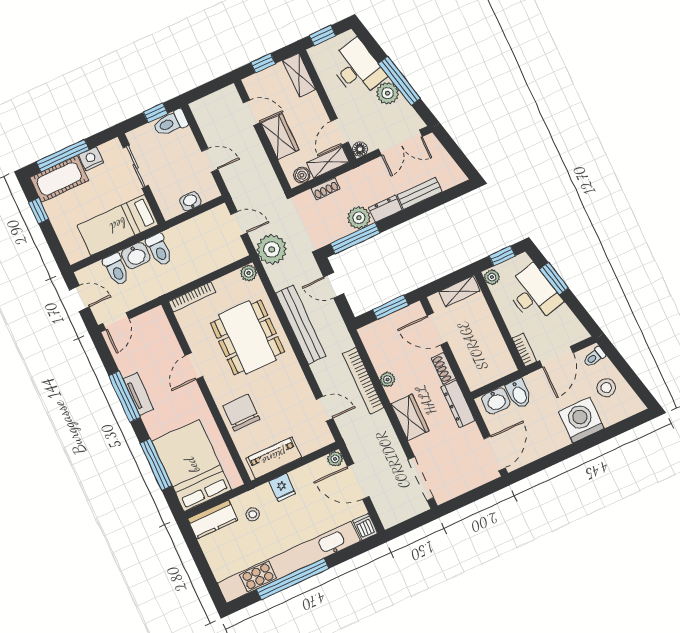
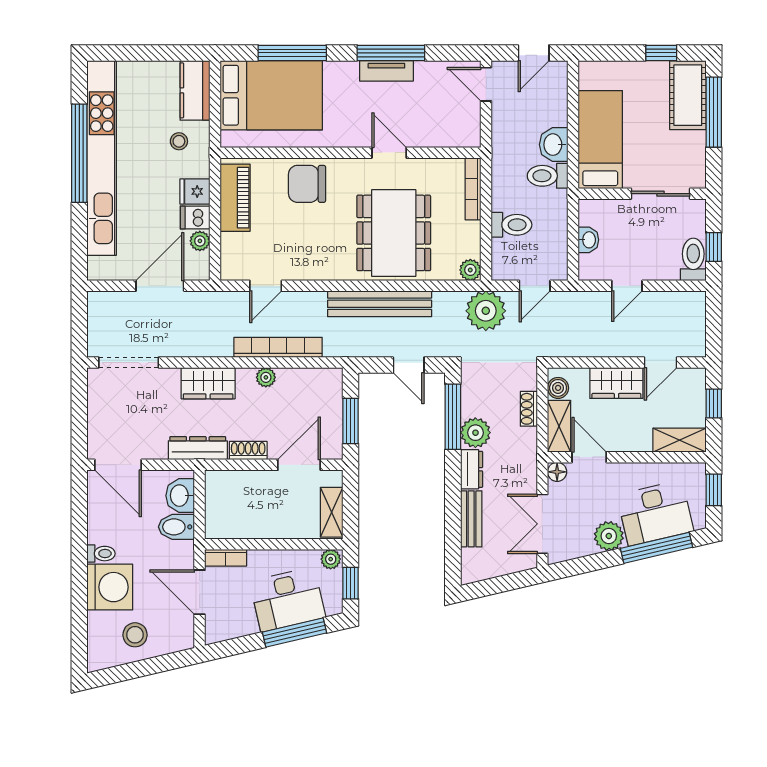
window: (399, 81) -> (656, 548), moved
nightstand: (91, 159) -> (694, 144), removed
toilet: (116, 270) -> (511, 225), moved, turned 180
window: (554, 279) -> (295, 633), width x1.44
door: (334, 285) -> (409, 365), swing flipped
dining table: (248, 337) -> (394, 233), turned 90
toilet: (594, 357) -> (101, 554), moved, turned 103
chair: (241, 413) -> (307, 184), turned 180
plant: (335, 459) -> (200, 241), moved
dishwasher: (365, 527) -> (195, 218), moved, turned 180

